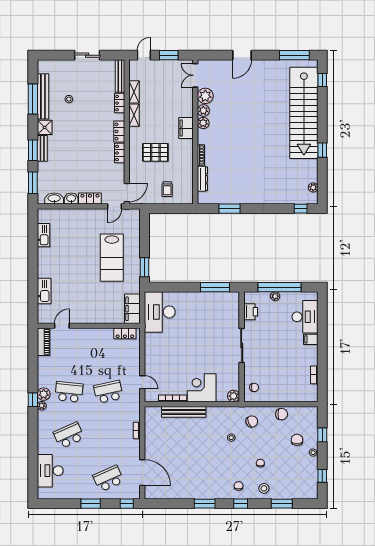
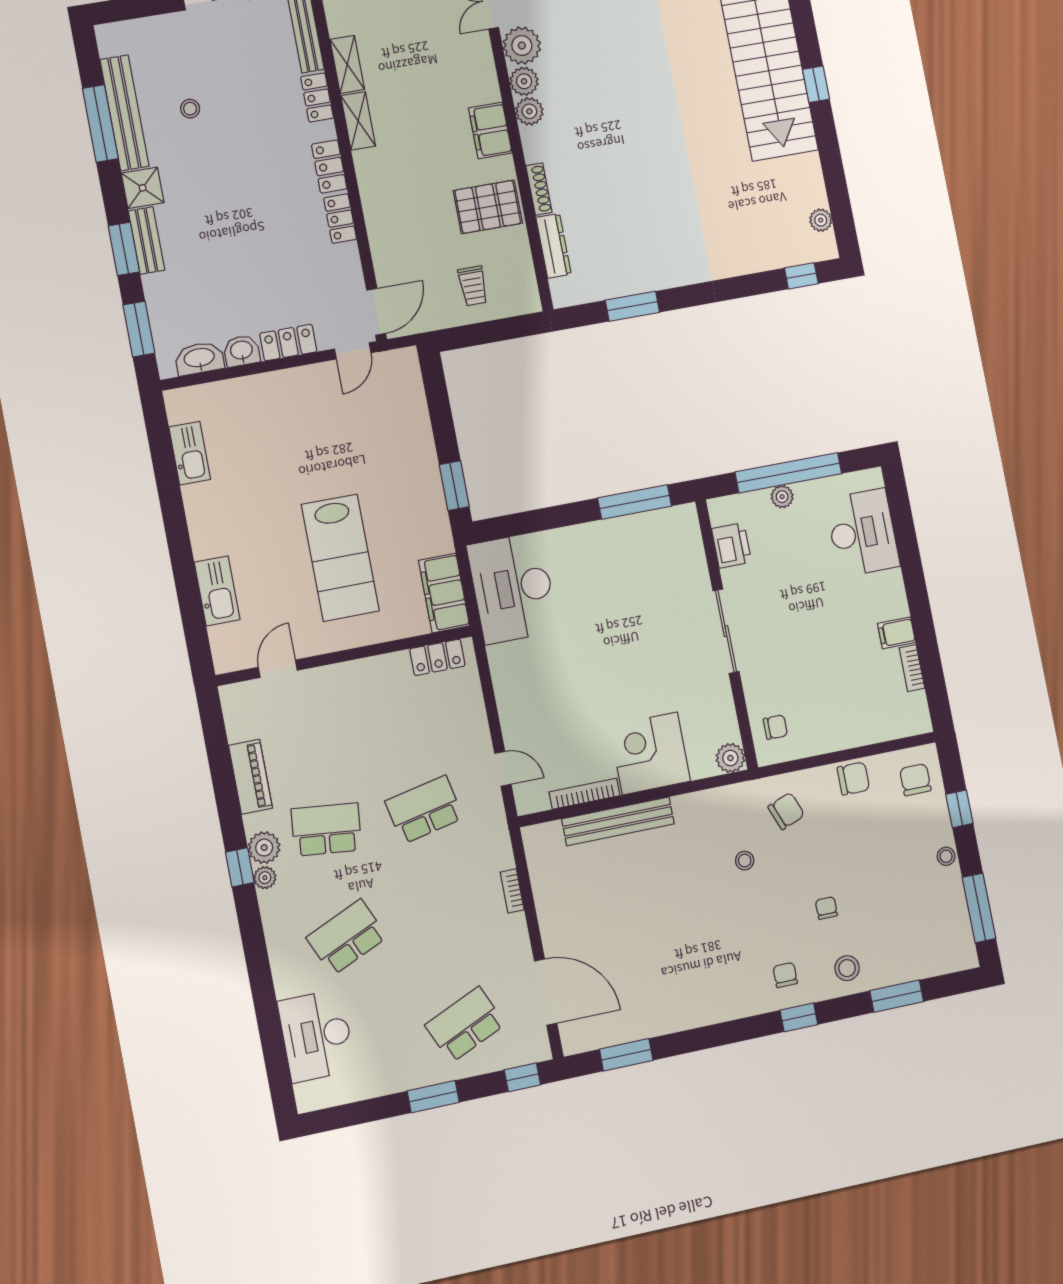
window: (322, 150) -> (816, 84), moved
pallet: (155, 152) -> (488, 207), moved
lab bench: (112, 258) -> (340, 558), moved
filing cabinet: (311, 339) -> (897, 633), moved
piano: (43, 342) -> (251, 777), moved
chair: (297, 440) -> (915, 780), moved
window: (322, 476) -> (979, 908), width x2.17
window: (205, 504) -> (626, 1055), moved

